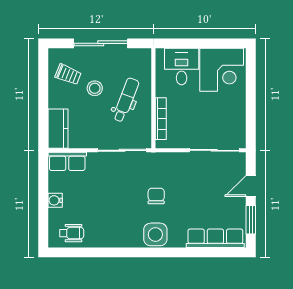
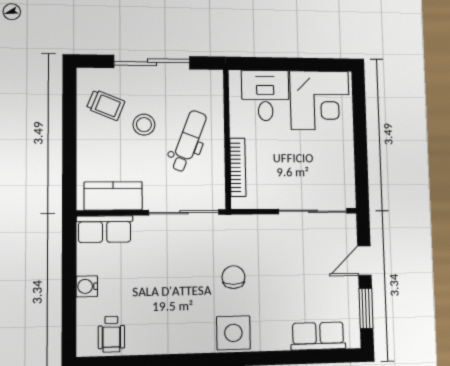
kitchen counter: (58, 129) -> (113, 196), moved, turned -90
wheelchair: (72, 233) -> (111, 334), turned 90
row of seats: (215, 238) -> (318, 336), width x0.68

